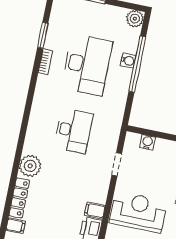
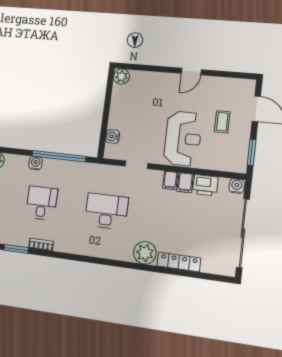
window: (137, 64) -> (59, 156), moved
desk: (87, 65) -> (42, 203), width x0.53, depth x0.77
reception desk: (138, 212) -> (183, 139), turned 180
filing cabinet: (16, 226) -> (170, 180), moved, turned 180

